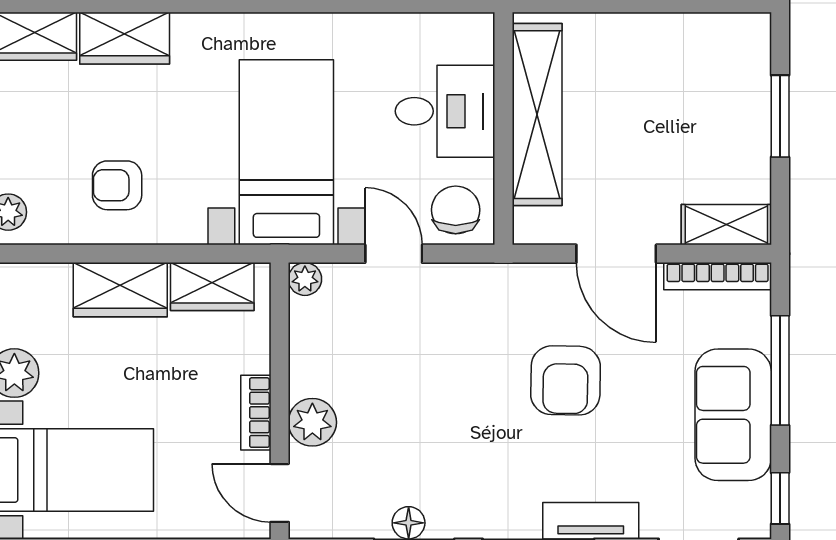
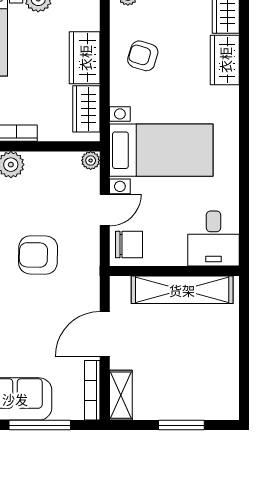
desk: (445, 111) -> (214, 239), moved
armchair: (117, 185) -> (143, 56), turned -73
armchair: (566, 380) -> (38, 255), moved

